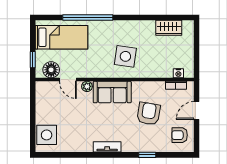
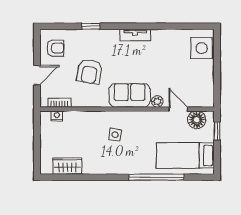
side table: (125, 56) -> (115, 135), width x0.54, depth x0.54

